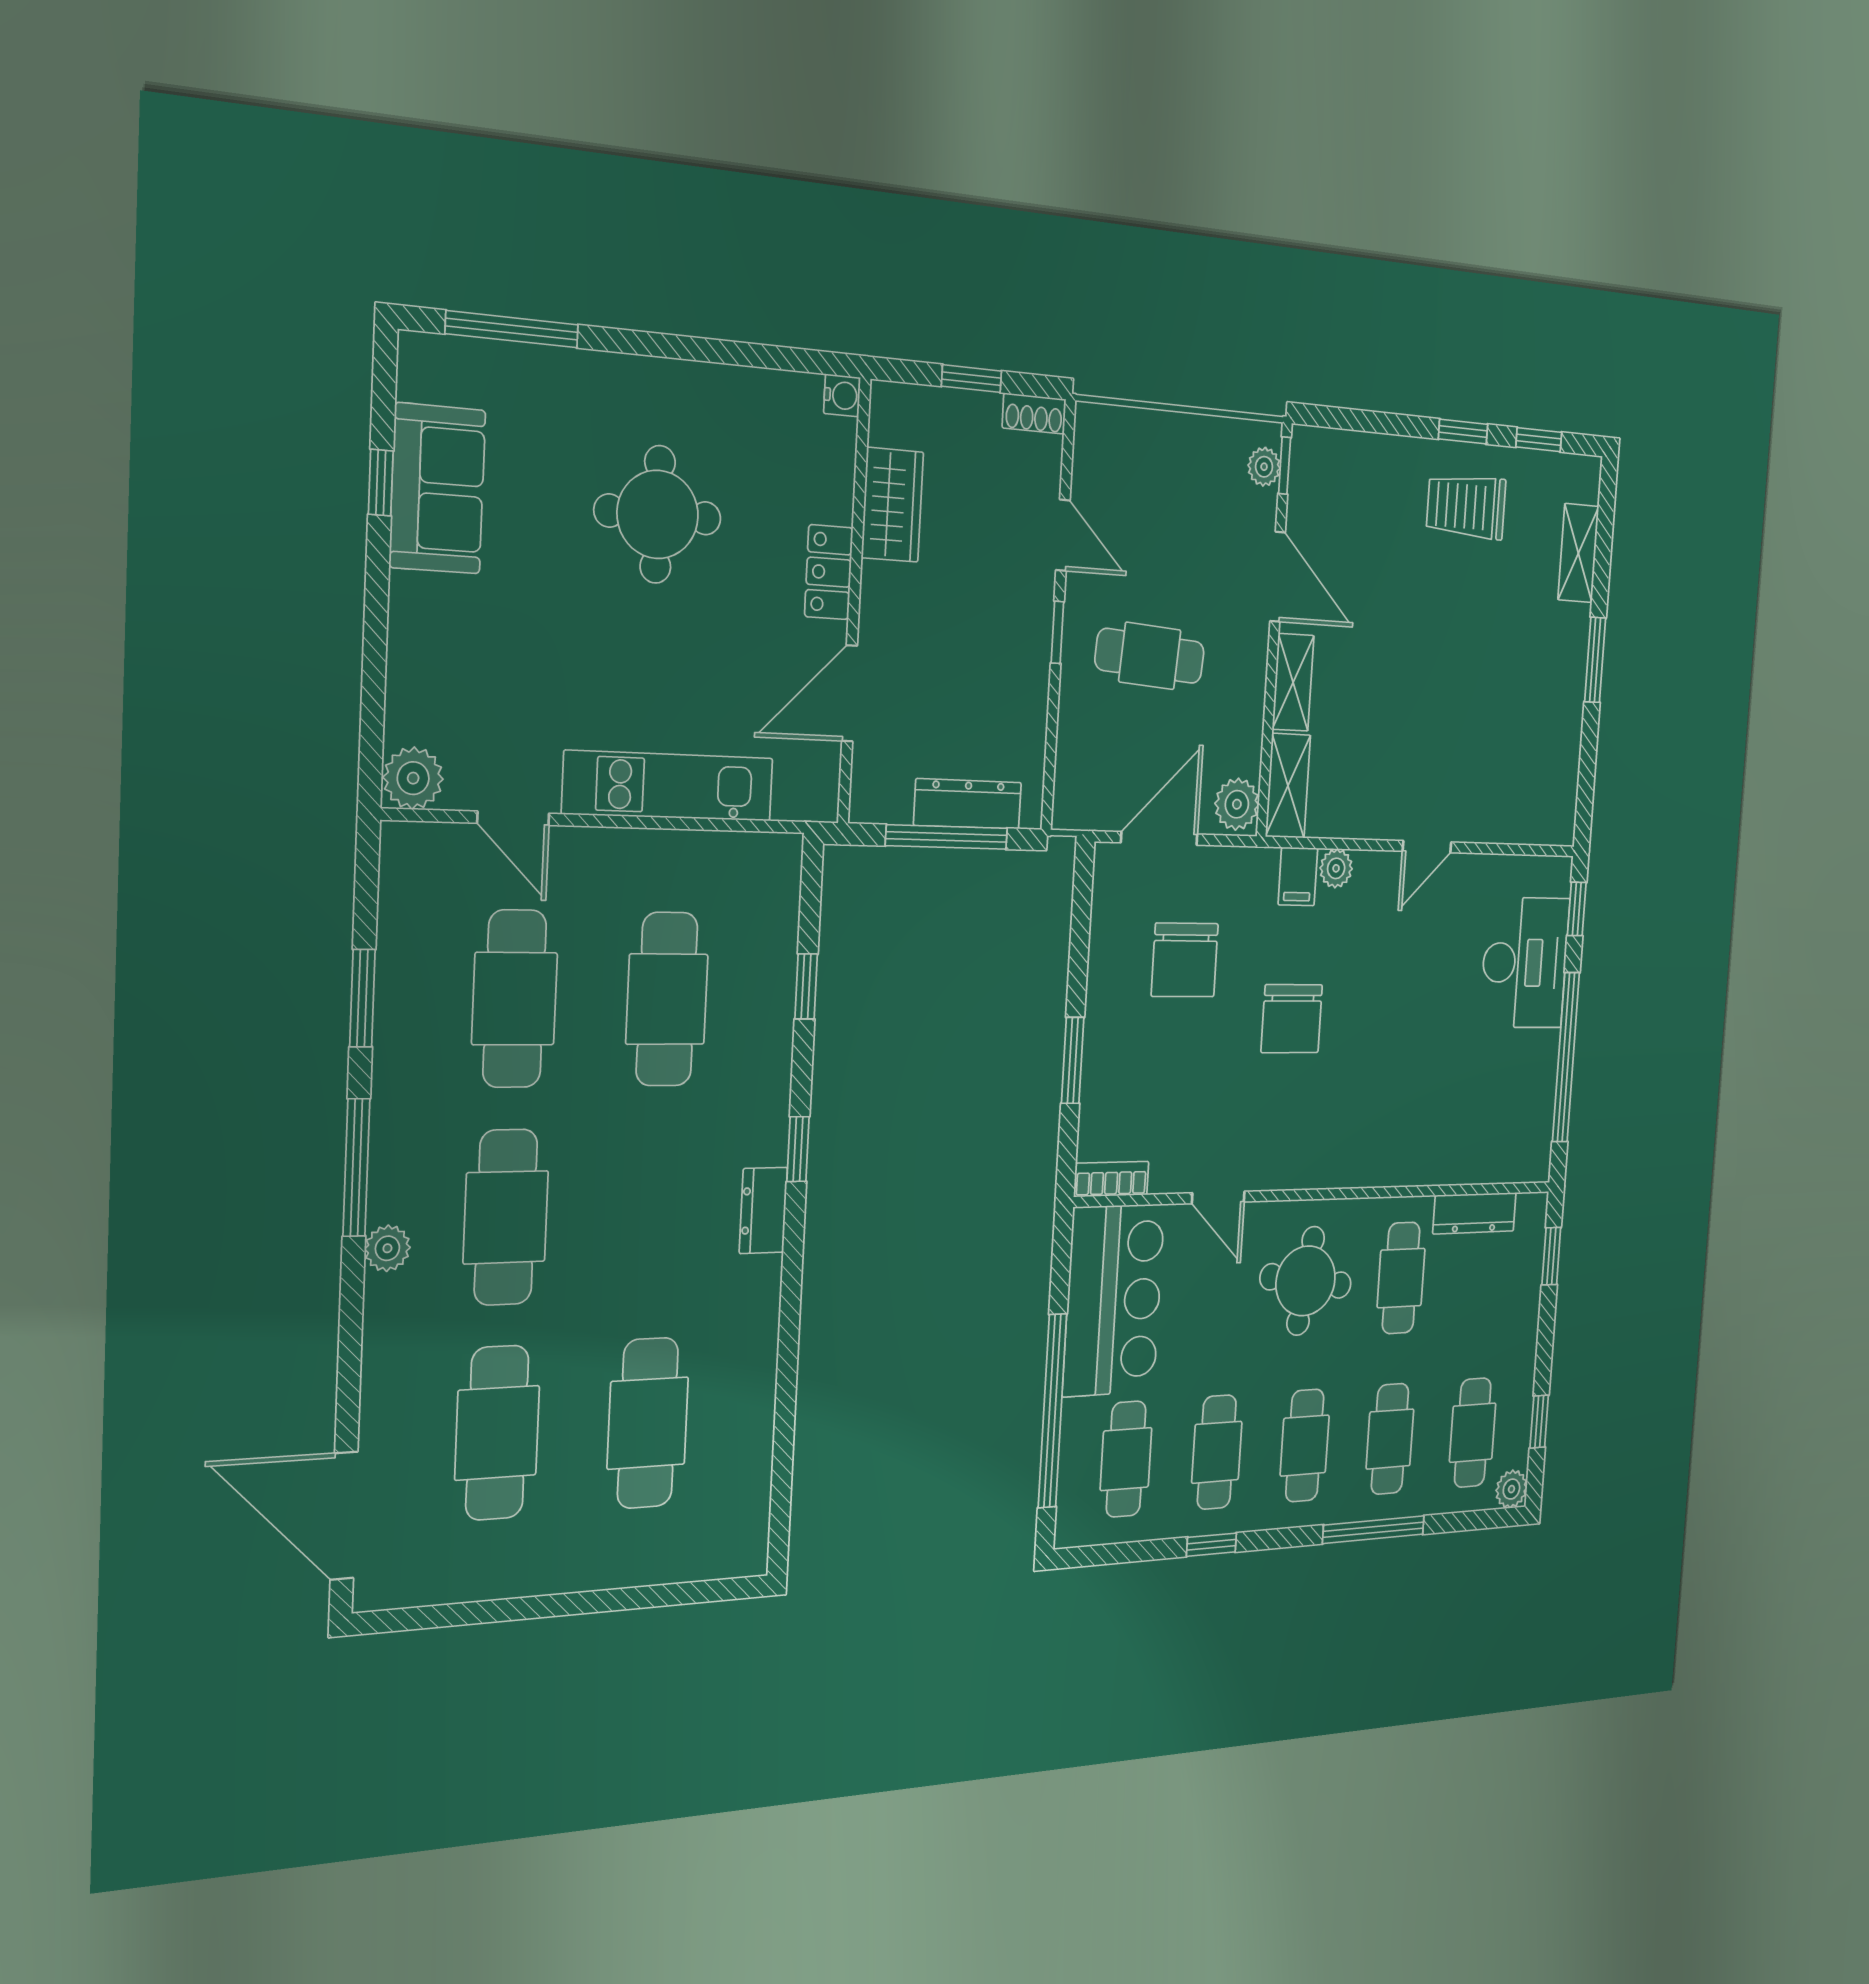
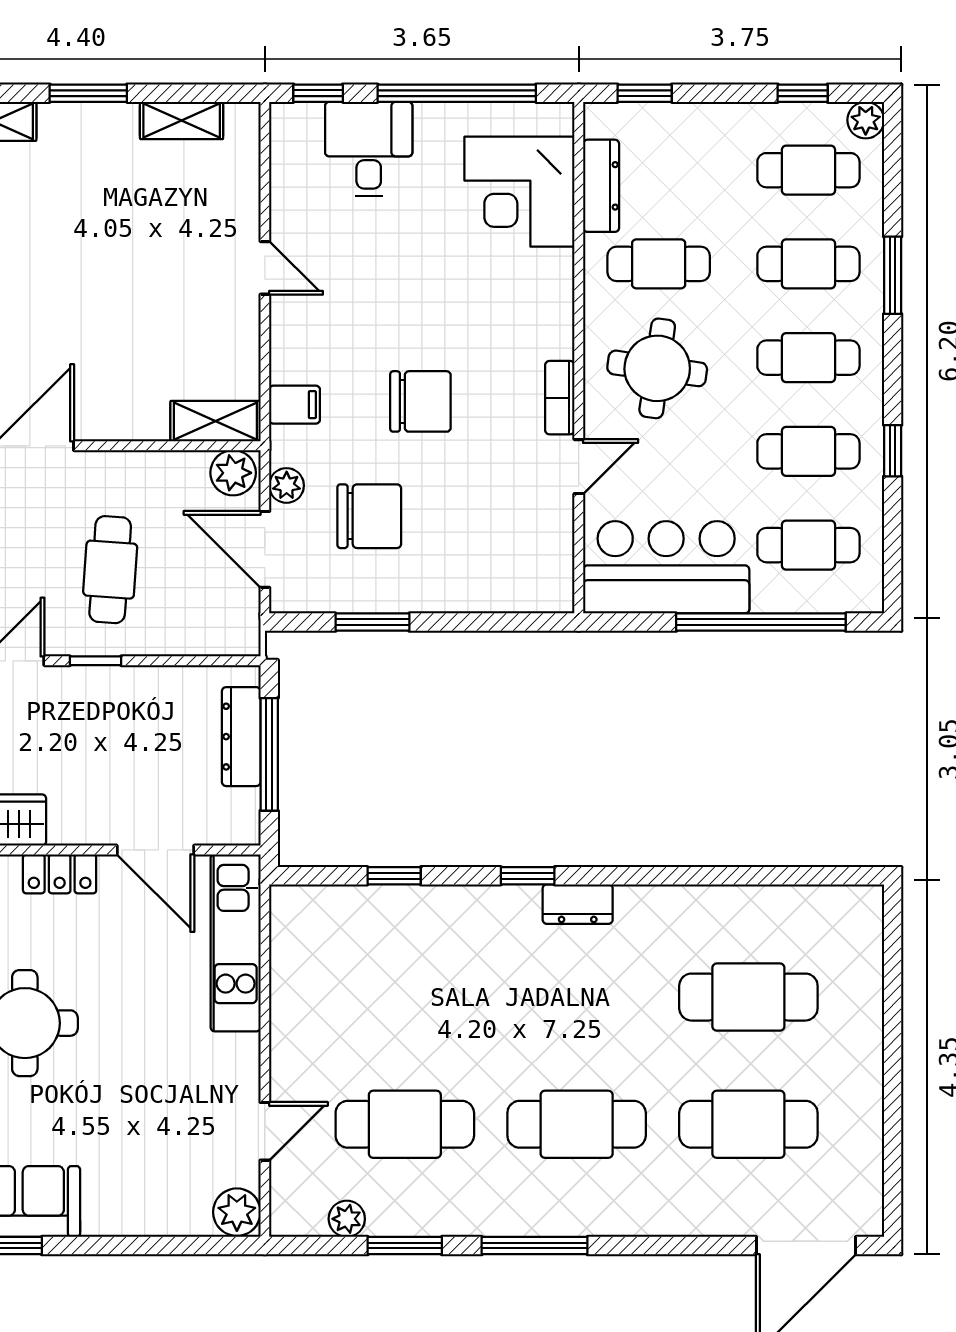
shelving: (1293, 682) -> (182, 120), moved
kitchen unit: (668, 786) -> (236, 943), moved
plant: (1336, 868) -> (287, 485), moved
desk: (1525, 963) -> (369, 149), width x0.73
cafe table: (667, 999) -> (405, 997), removed
window: (1073, 1060) -> (372, 622), moved
corner desk: (1476, 1126) -> (519, 192), added
bookcase: (1111, 1179) -> (560, 398), moved
plant: (387, 1248) -> (347, 1219), moved
window: (1374, 1530) -> (893, 275), width x0.69

